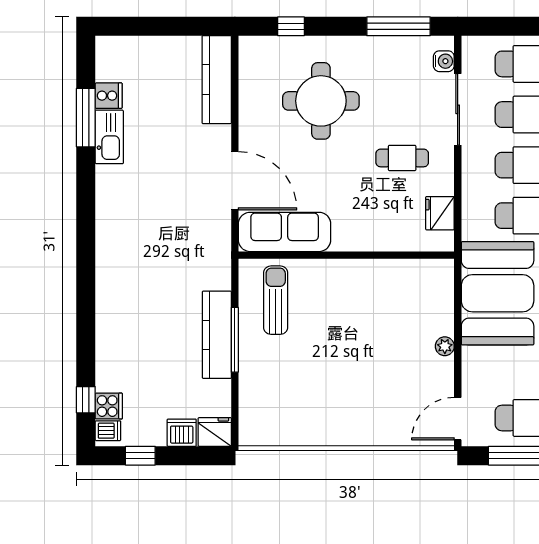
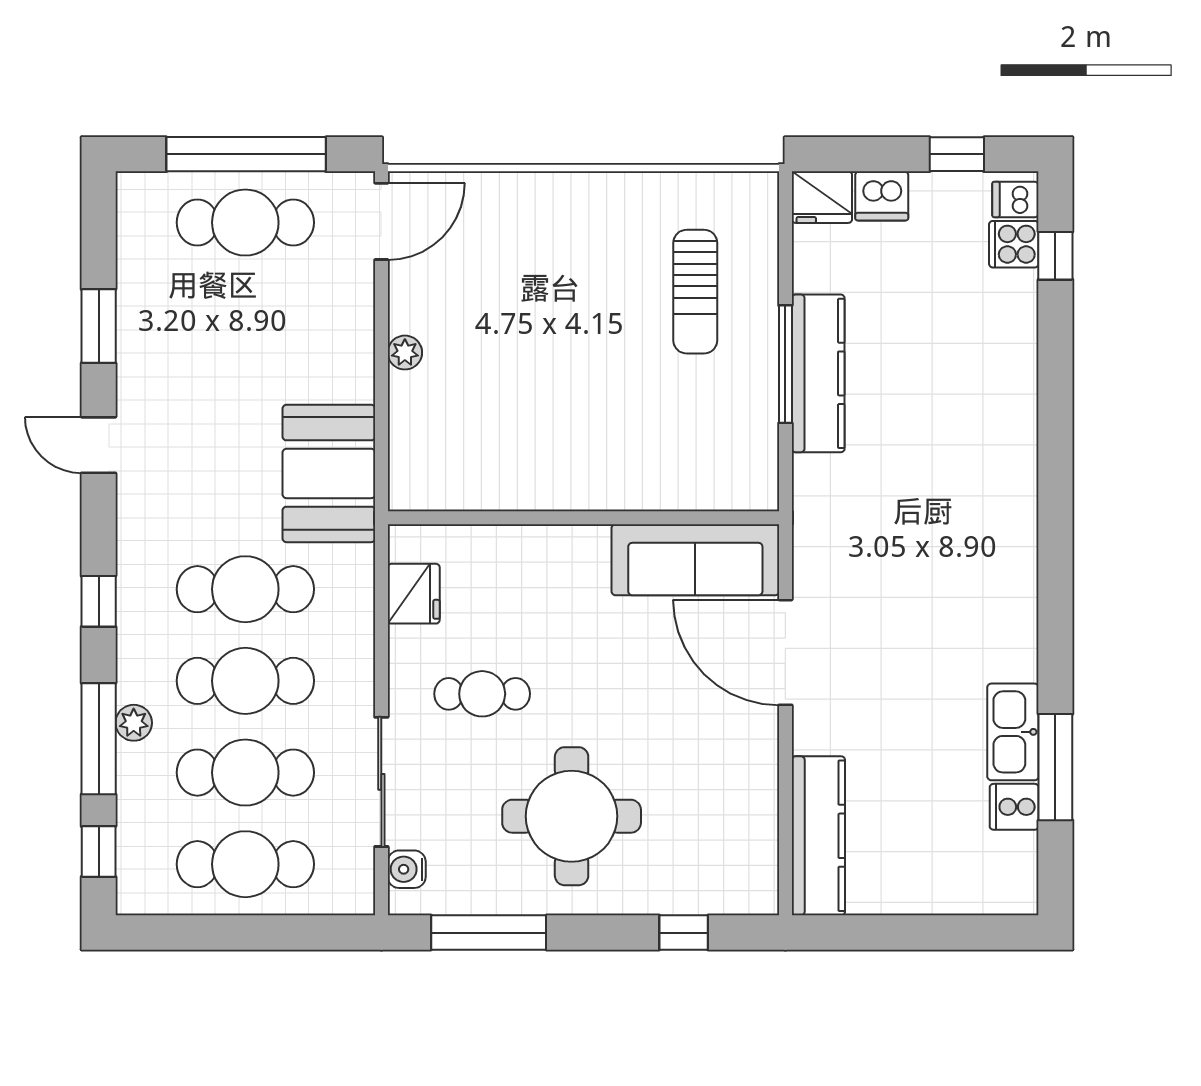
round table: (321, 101) -> (572, 816), moved
booth: (498, 293) -> (329, 473), width x0.73, depth x0.70
sun lounger: (276, 300) -> (695, 292), moved

